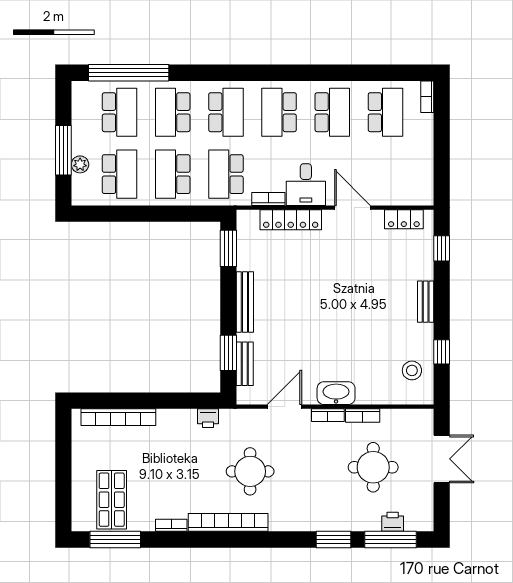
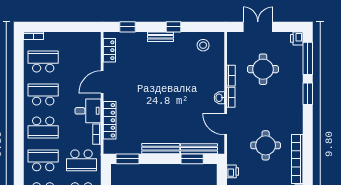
window: (442, 352) -> (174, 27), moved
bench: (245, 364) -> (199, 149), width x1.36
washbasin: (336, 393) -> (219, 98), width x0.52, depth x0.69
printer: (393, 522) -> (297, 38), moved

